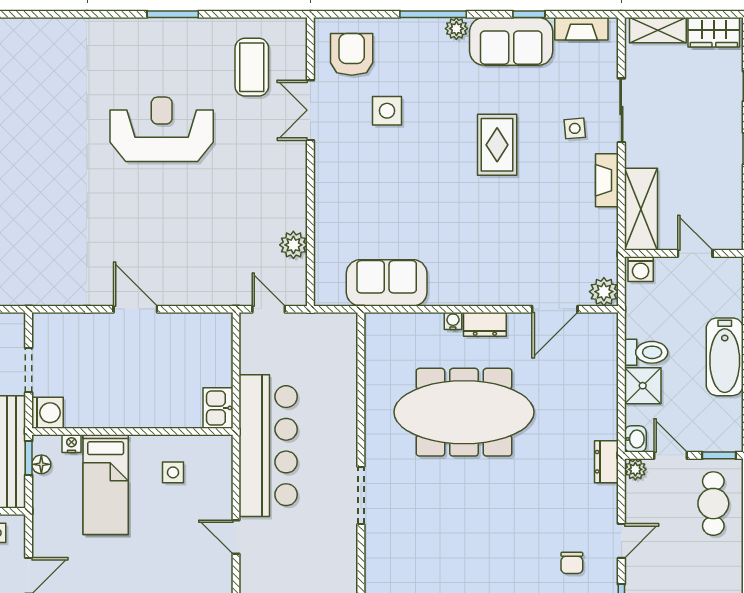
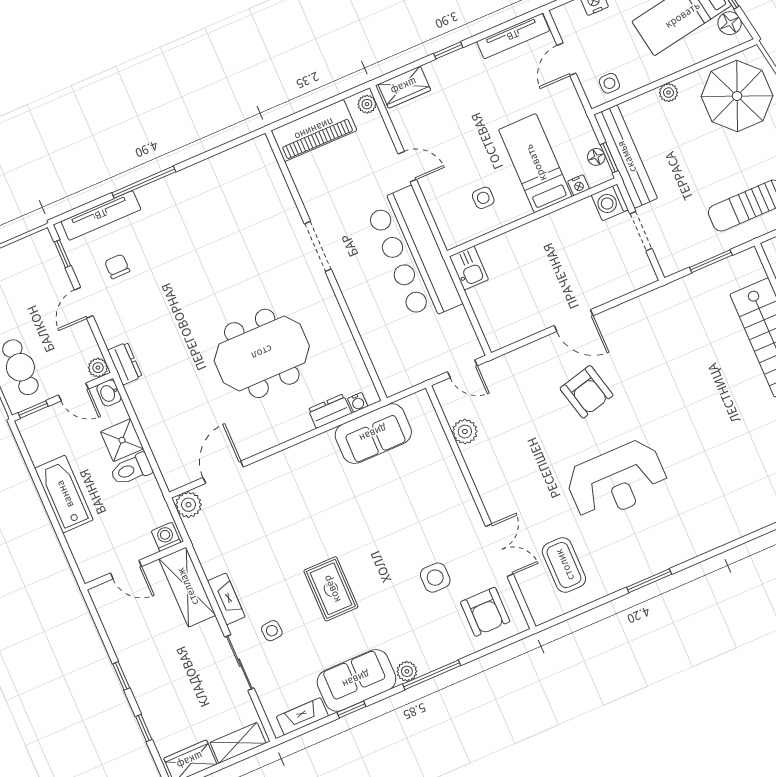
armchair: (154, 232) -> (587, 392), added
water cooler: (453, 321) -> (358, 402), moved
dresser: (485, 324) -> (330, 411), moved
meeting table: (464, 412) -> (262, 353), width x0.73

